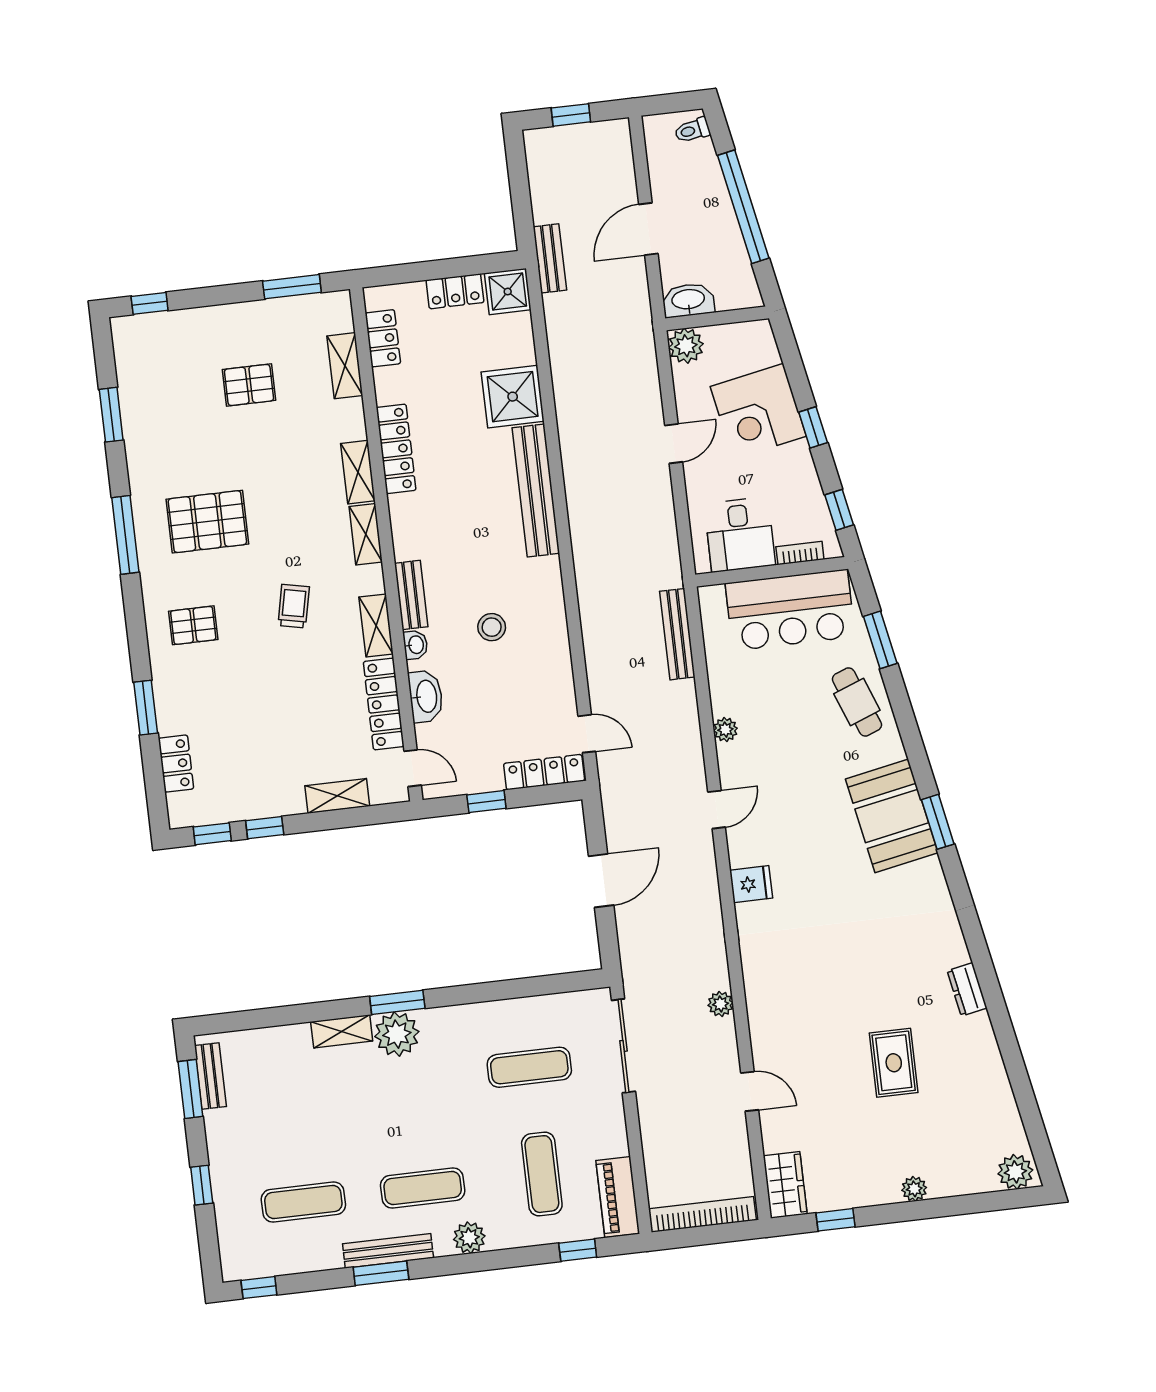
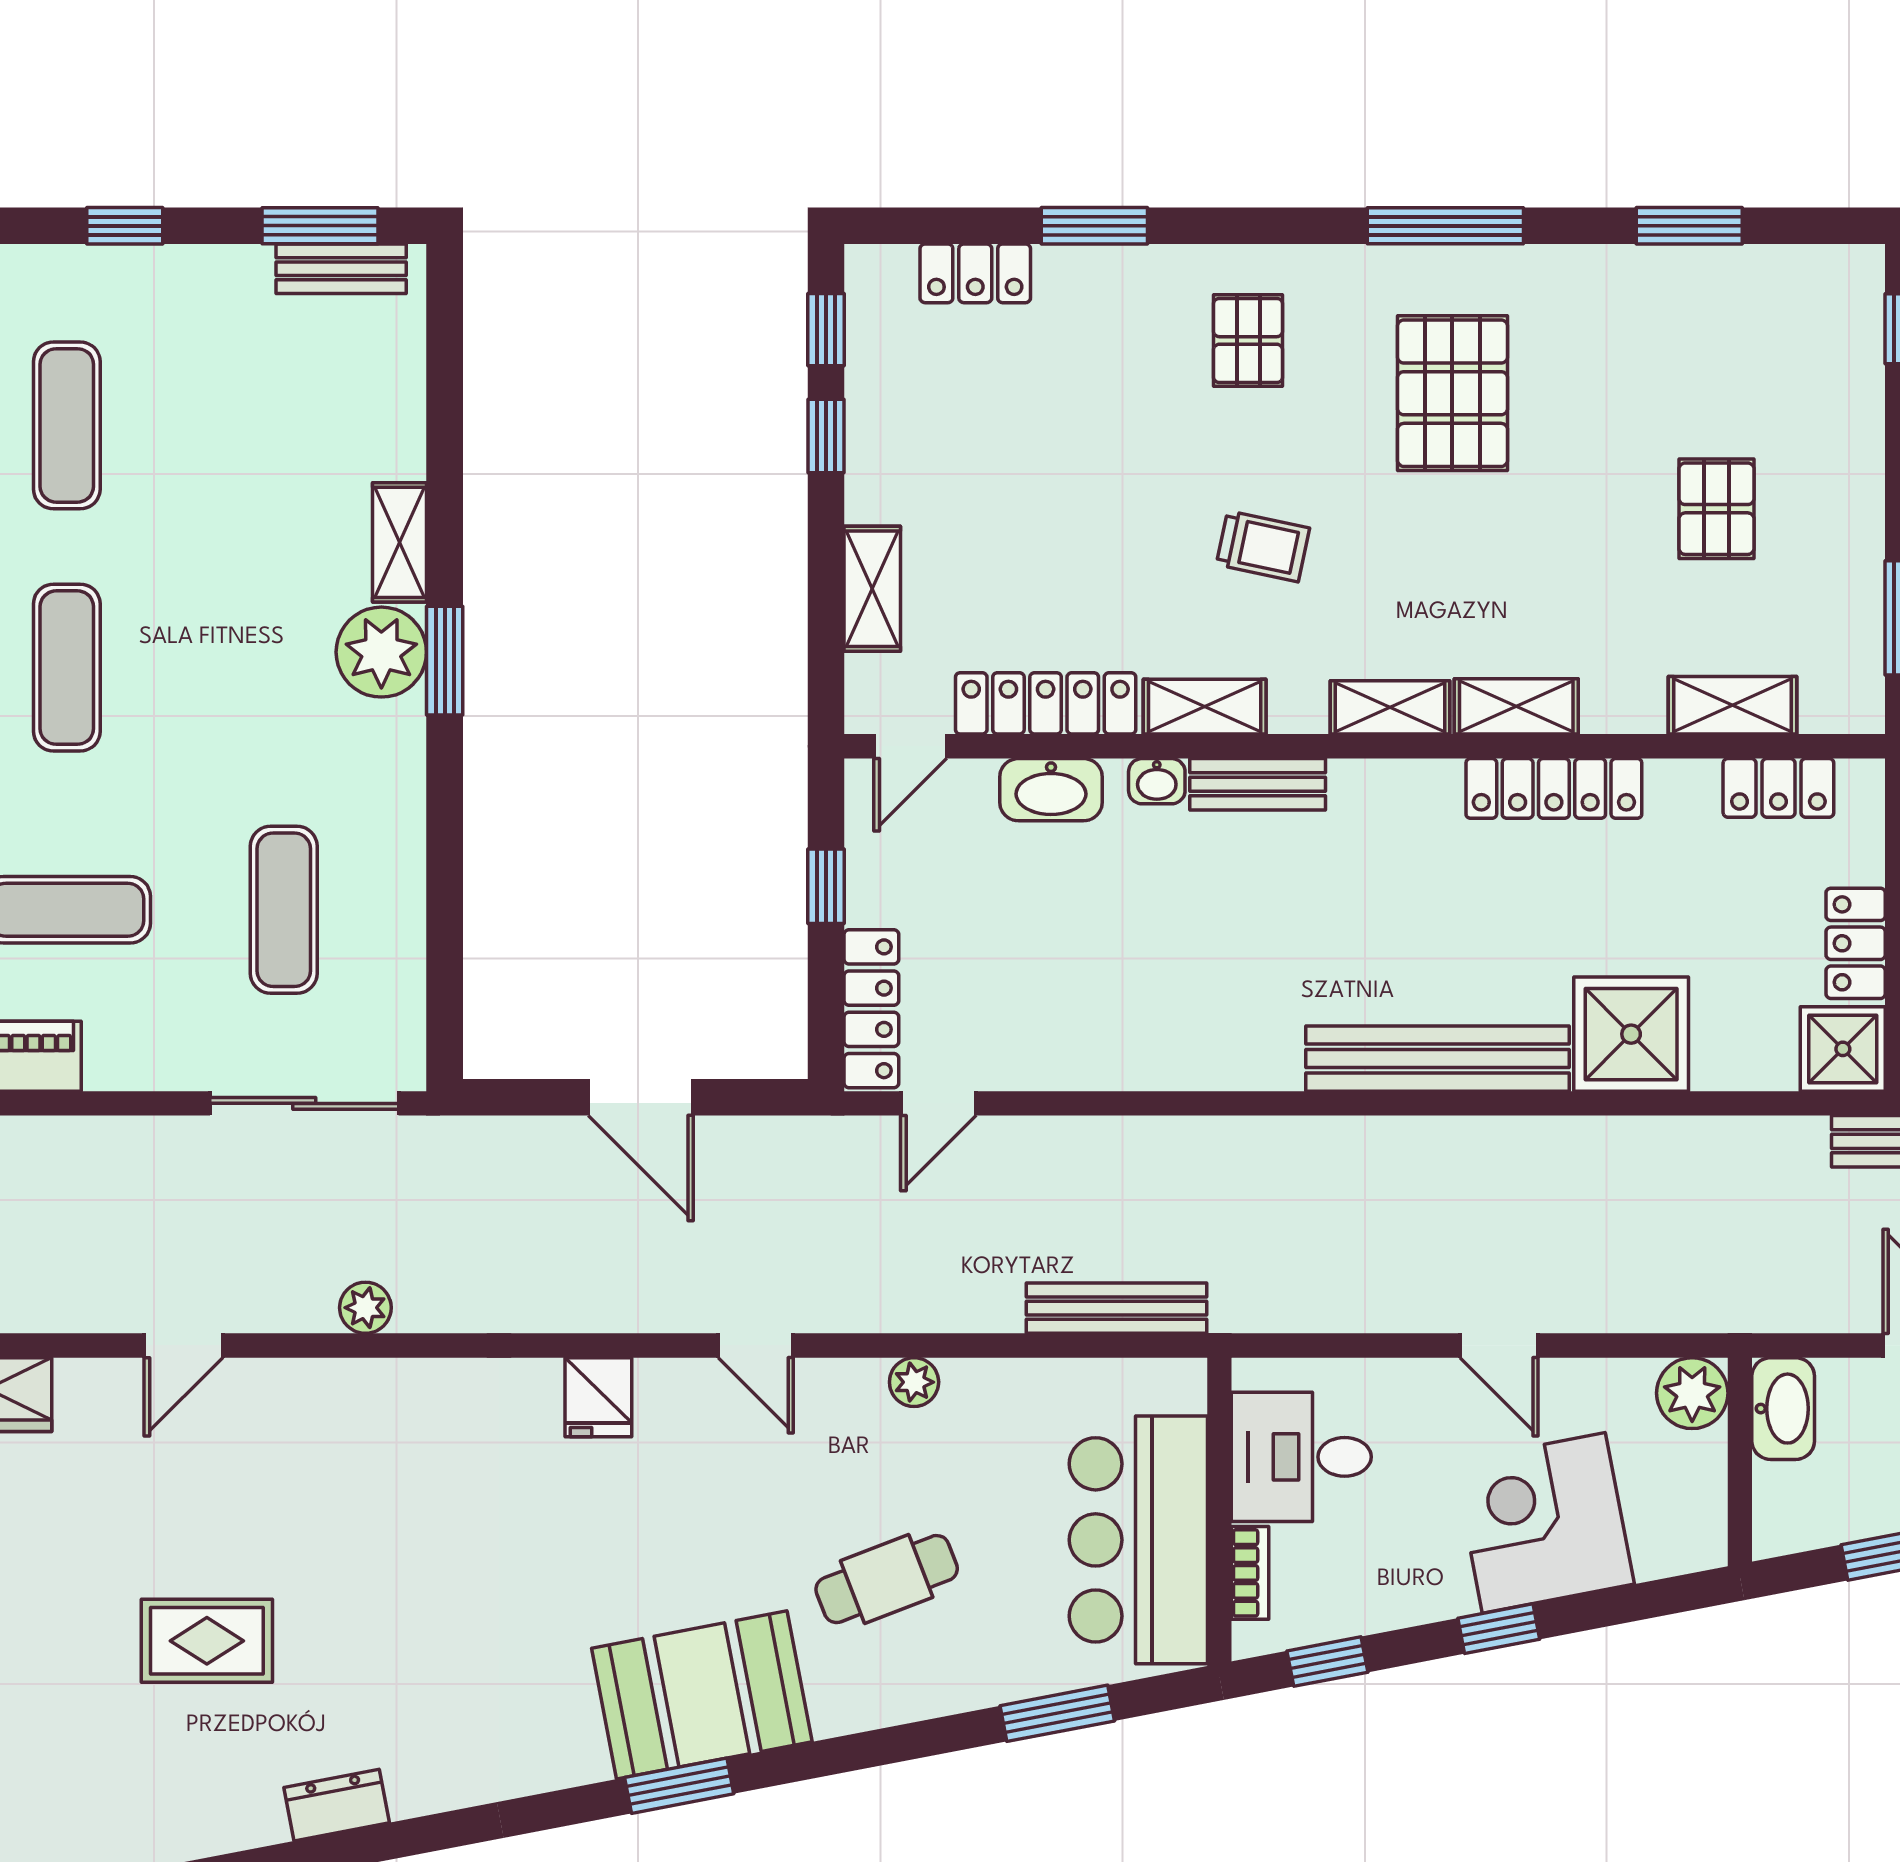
stool: (492, 627) -> (1174, 938), removed
cafe table: (857, 702) -> (887, 1579), moved

